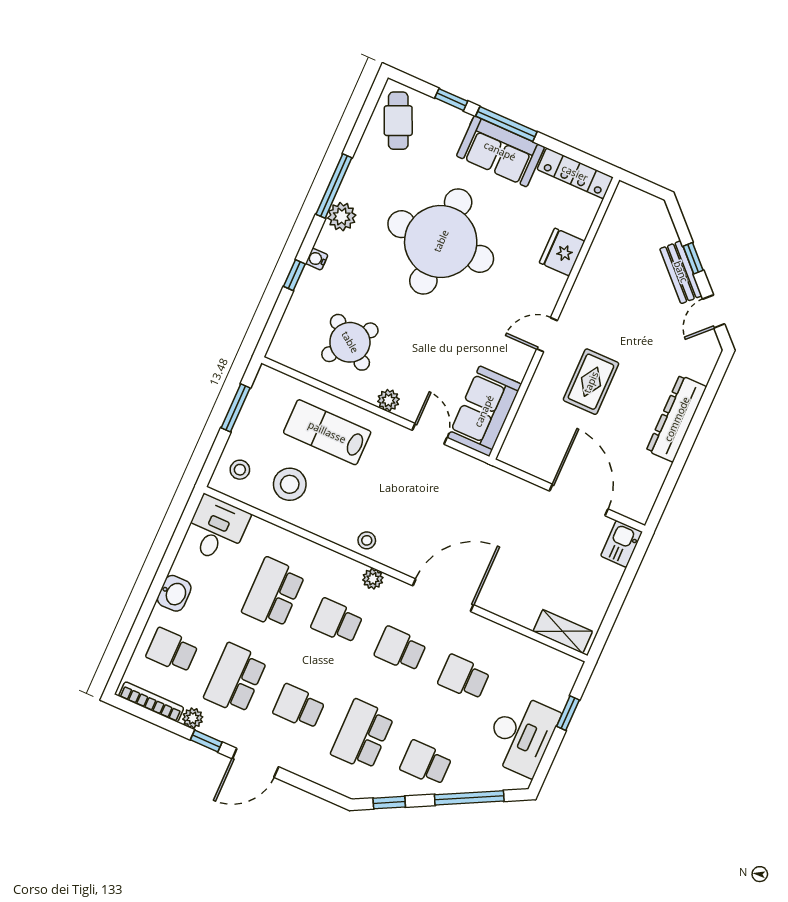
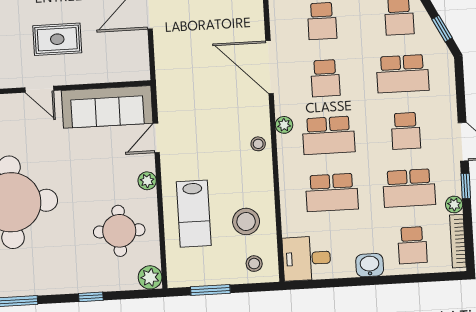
plant: (342, 217) -> (150, 277), moved
water cooler: (317, 259) -> (71, 287), removed
round table: (350, 342) -> (119, 231), turned -36
sofa: (484, 411) -> (107, 107), width x1.36
school desk: (337, 621) -> (329, 135), width x1.85

